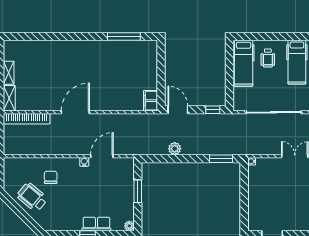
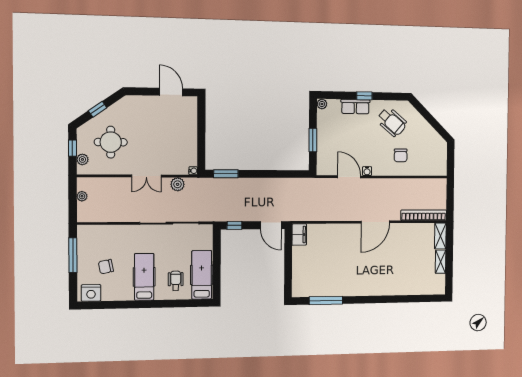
plant: (175, 149) -> (178, 184), moved
door: (102, 156) -> (349, 177), swing flipped
wheelchair: (32, 197) -> (392, 122), moved

